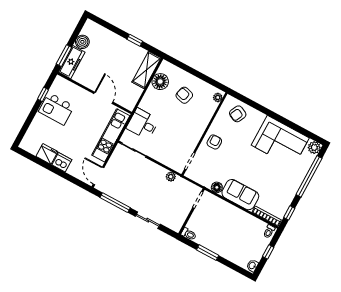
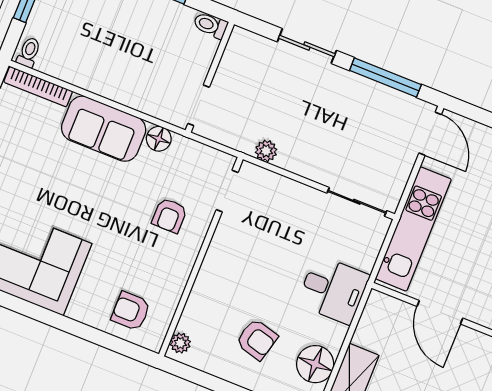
armchair: (238, 114) -> (131, 311), turned -115
desk: (143, 124) -> (333, 290), moved
armchair: (214, 142) -> (169, 215), moved

